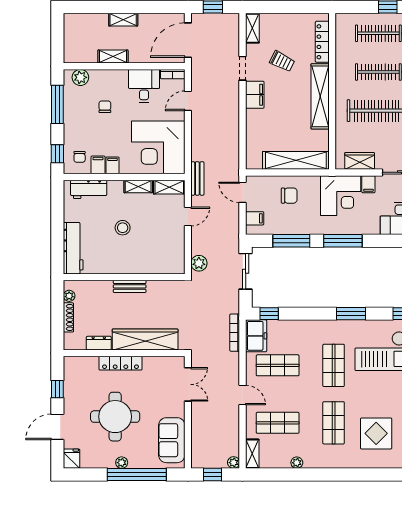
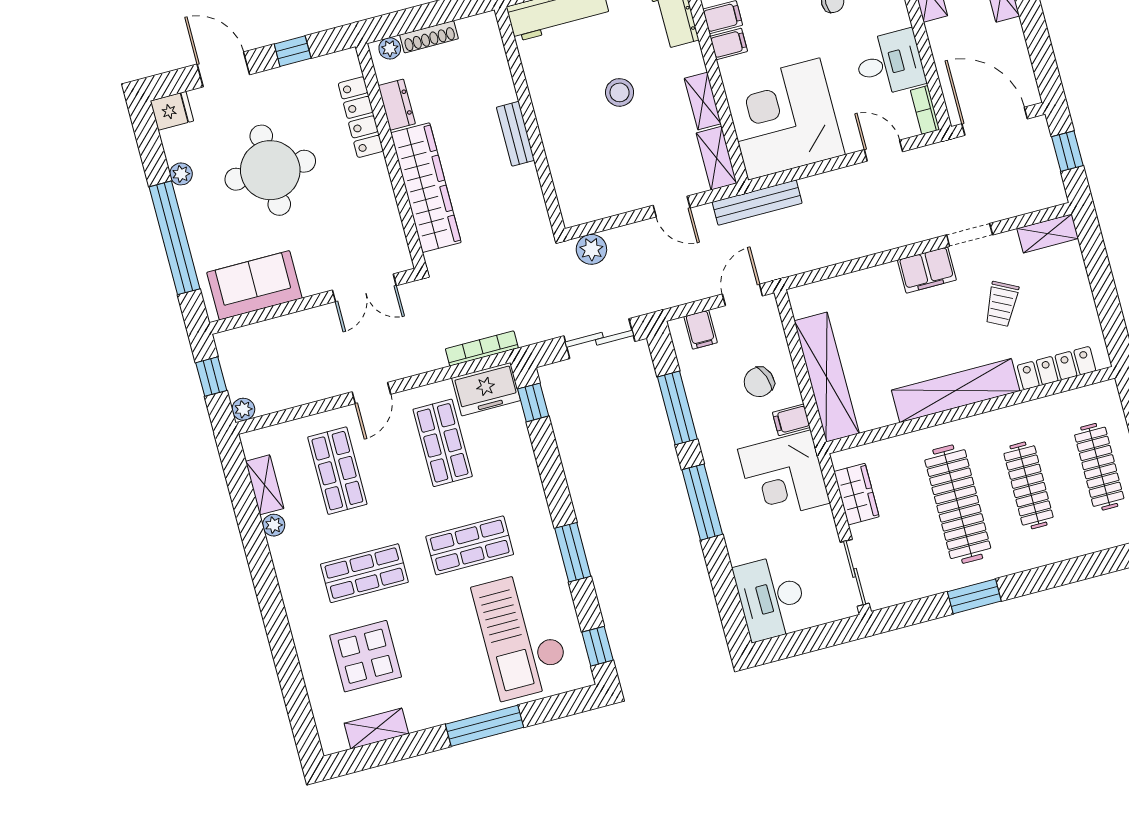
bench: (197, 178) -> (757, 203), width x1.36
filing cabinet: (368, 184) -> (791, 420), moved
chair: (289, 196) -> (759, 382), turned 70
plant: (69, 296) -> (390, 48), moved
locker: (120, 363) -> (361, 117), moved
shelving: (252, 454) -> (265, 485), moved, turned 90
plant: (122, 463) -> (181, 174), moved

